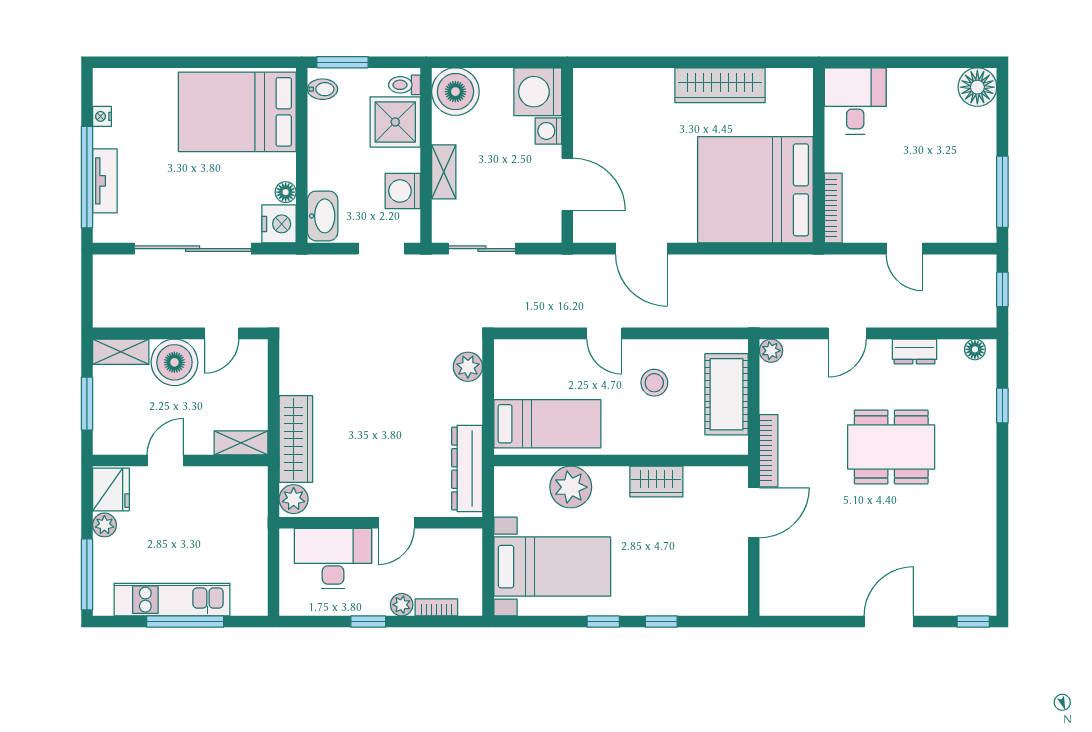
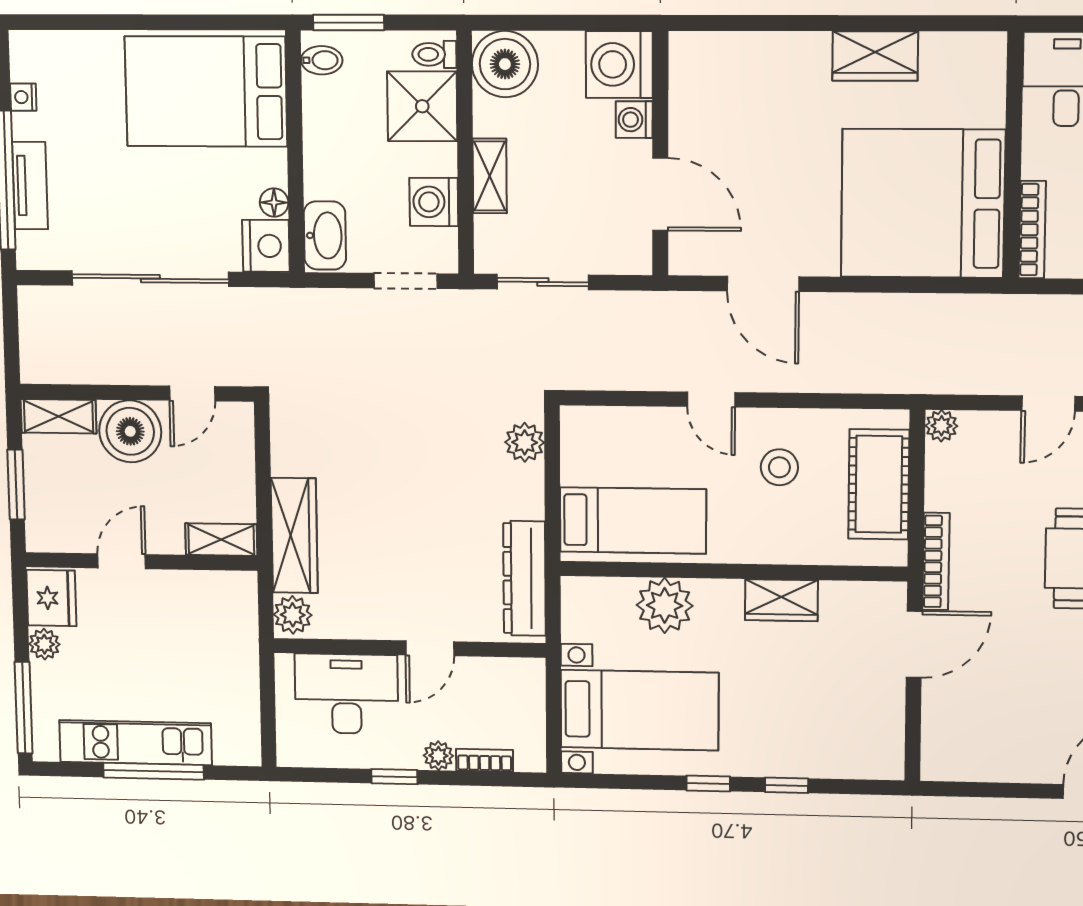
wardrobe: (720, 85) -> (875, 56), width x0.67

